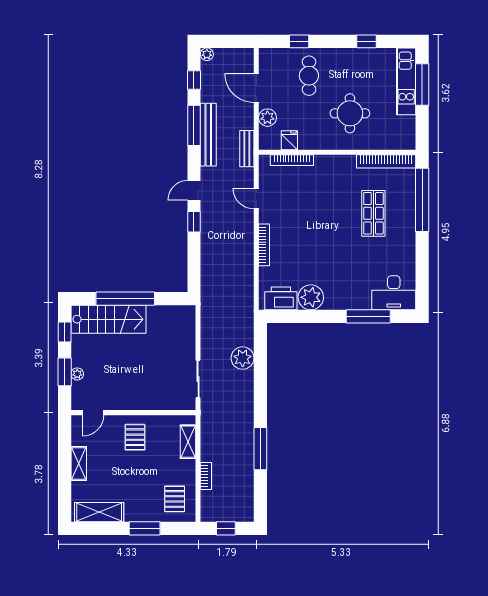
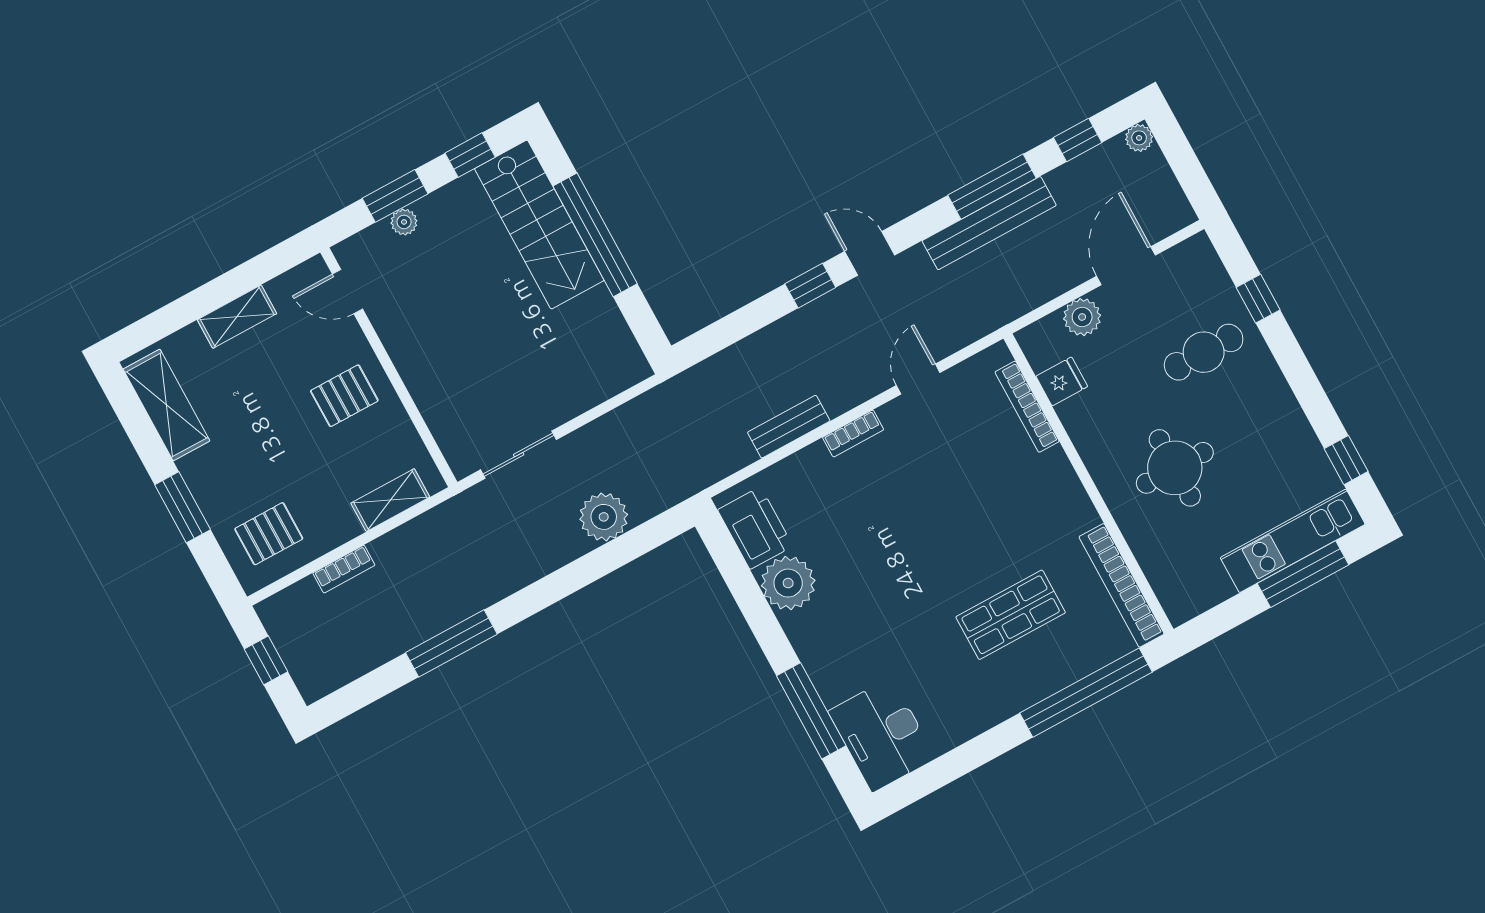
window: (366, 41) -> (1346, 460), moved
bench: (247, 149) -> (789, 427), moved
bookcase: (264, 245) -> (853, 434), width x0.64

